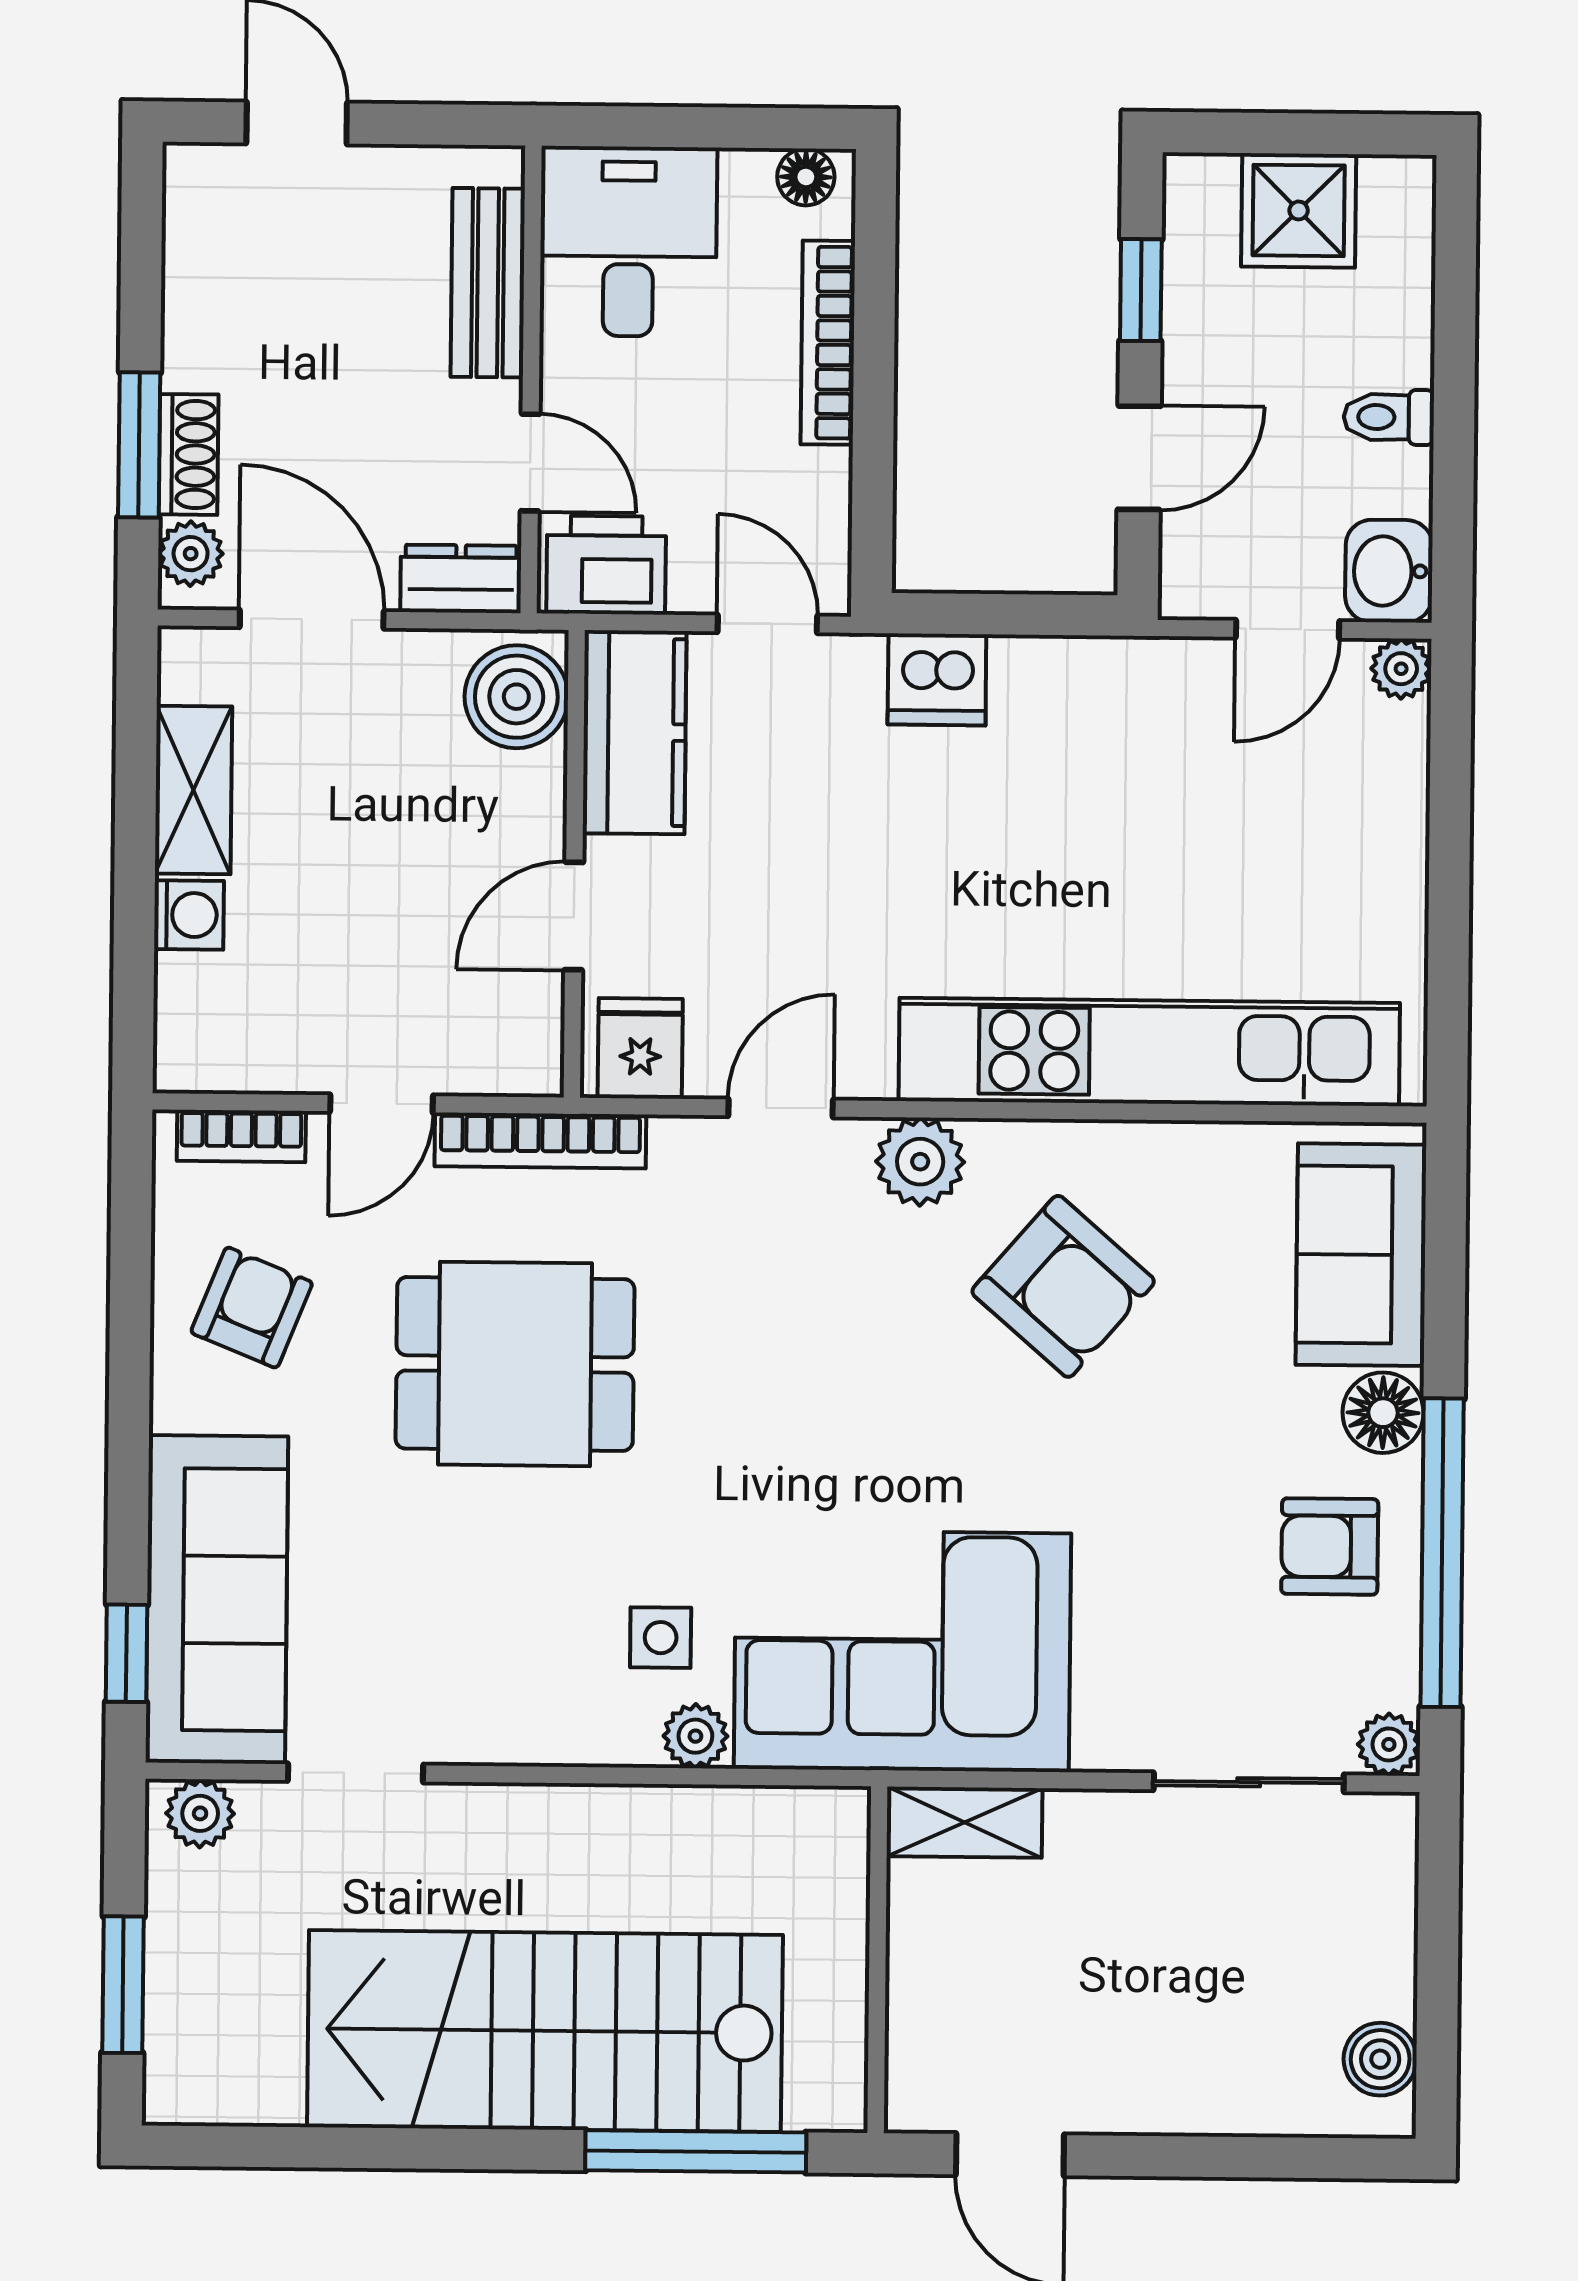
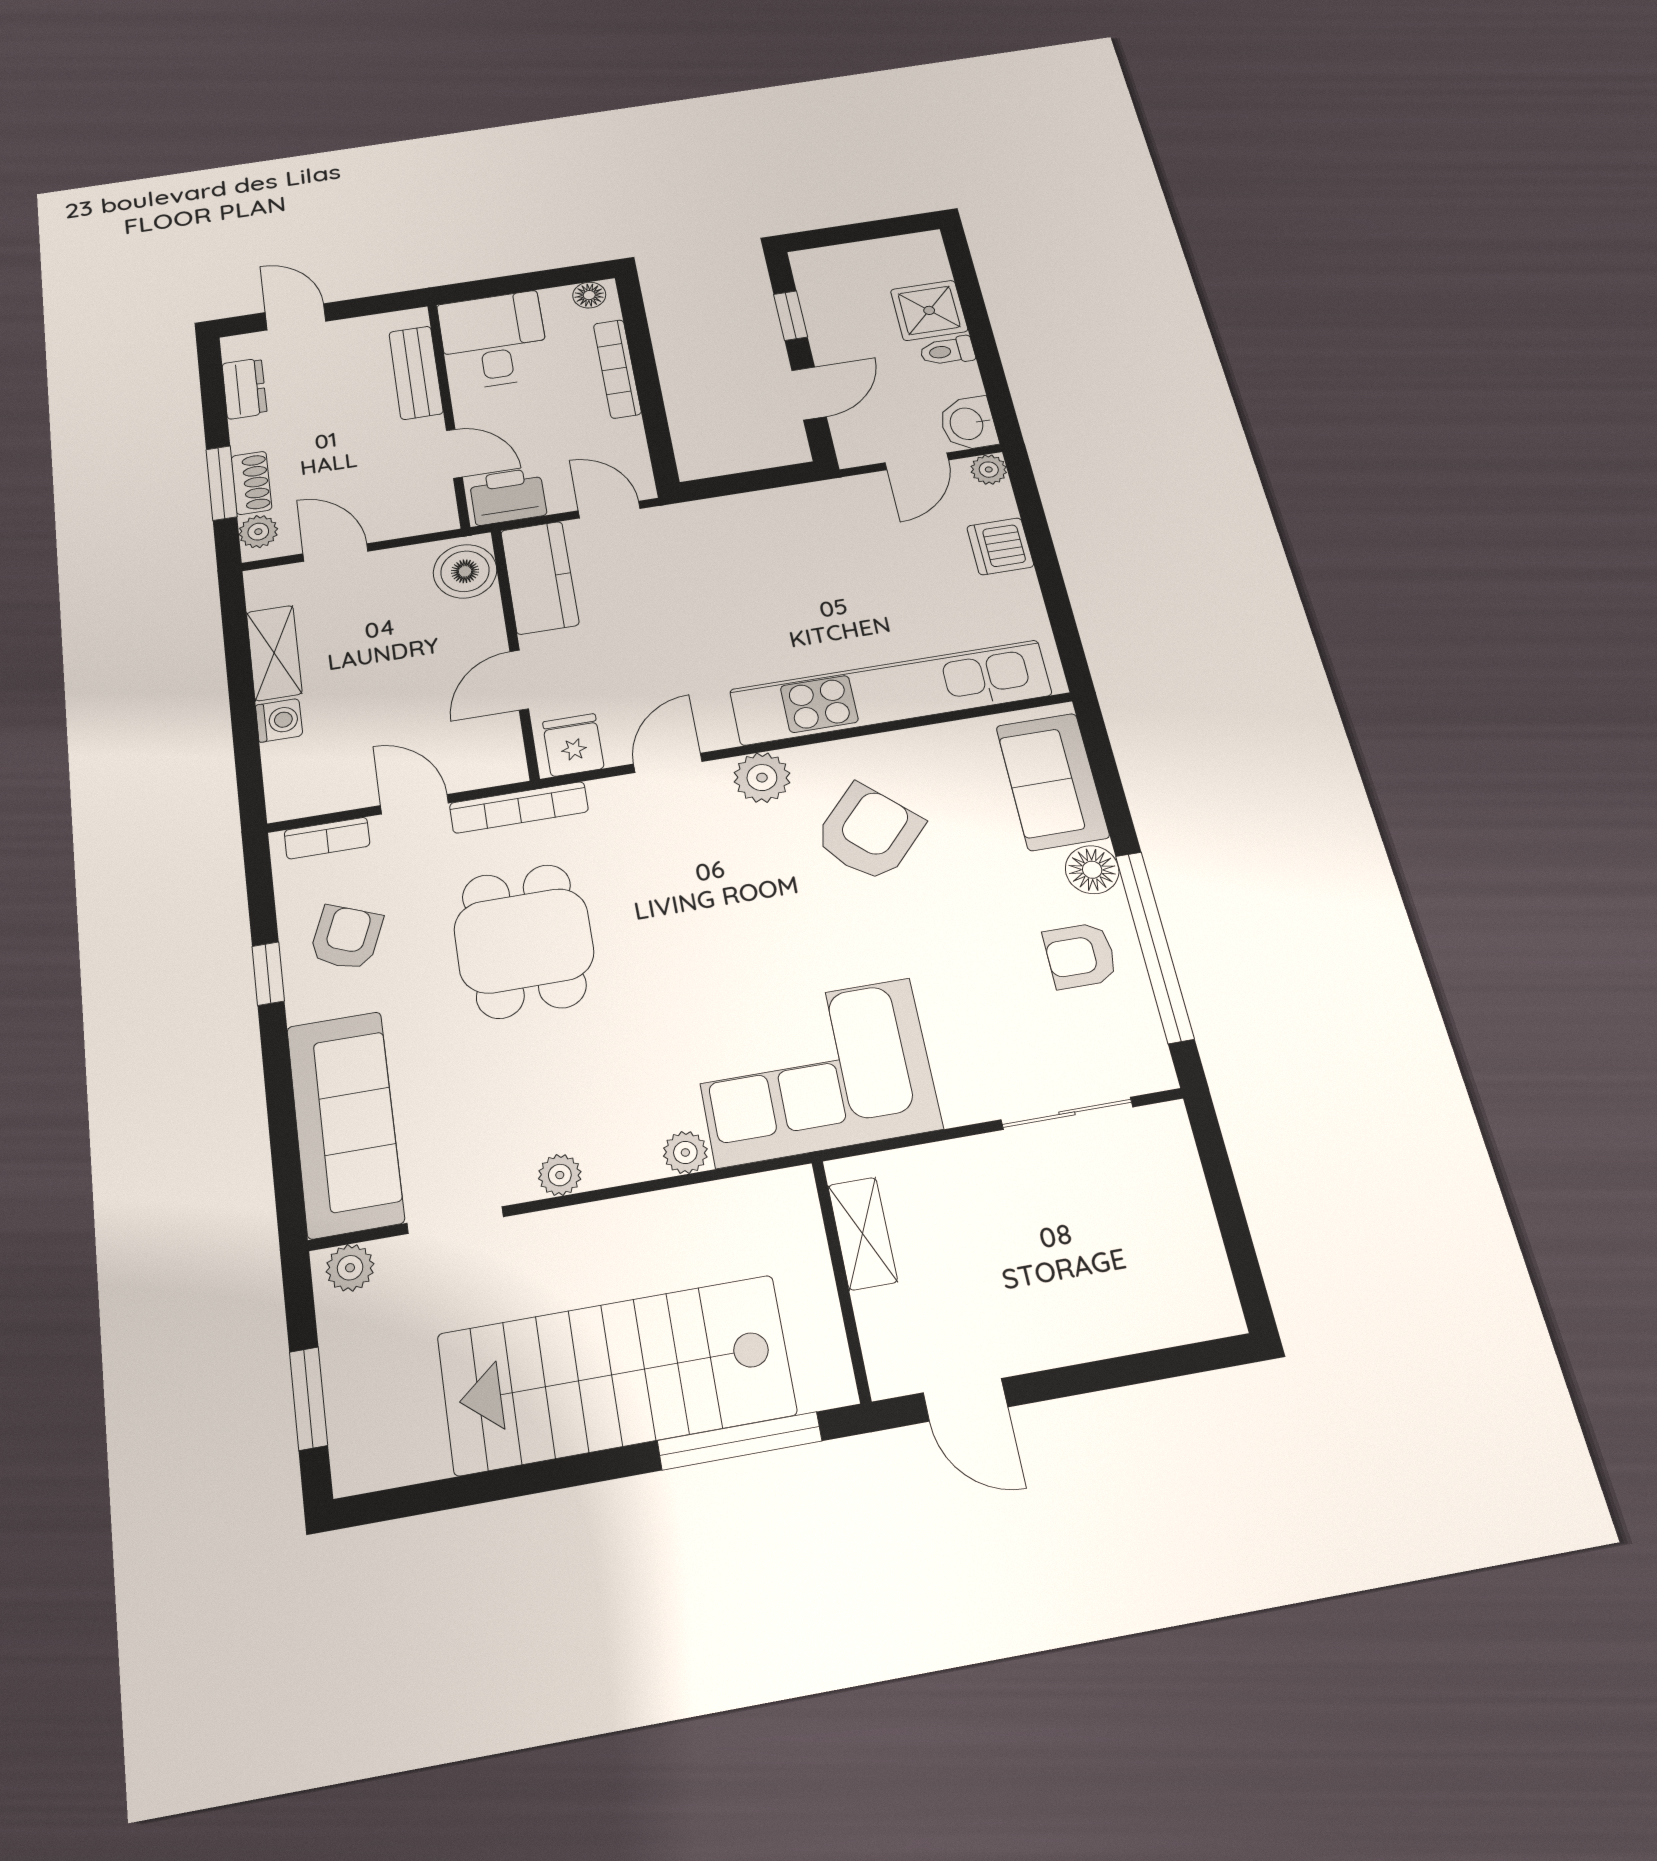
shower: (1299, 210) -> (929, 310), moved
dresser: (461, 579) -> (244, 388), moved, turned 90
door: (312, 619) -> (335, 552), width x0.73
dishwasher: (937, 679) -> (1000, 546), moved, turned 90
door: (381, 1104) -> (414, 804), swing flipped
armchair: (1063, 1286) -> (869, 833), turned -88
dining table: (515, 1364) -> (524, 941), turned 90
side table: (661, 1638) -> (650, 1093), removed
window: (126, 1653) -> (268, 974), moved
plant: (1389, 1744) -> (560, 1175), moved
shelving: (964, 1822) -> (863, 1233), moved, turned 90
boiler: (1380, 2059) -> (1208, 1282), removed

